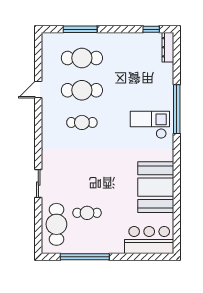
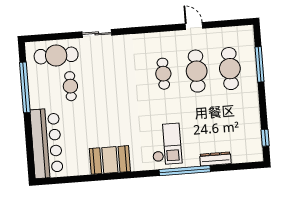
dresser: (168, 47) -> (215, 159), moved
booth: (156, 187) -> (110, 160), width x0.73, depth x0.70
bar counter: (149, 240) -> (47, 143), width x1.36

